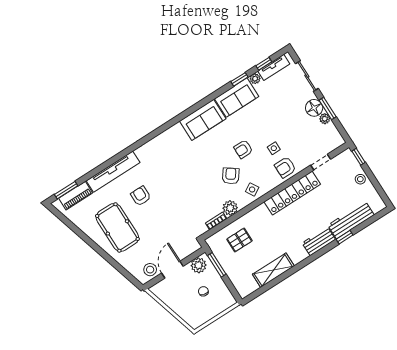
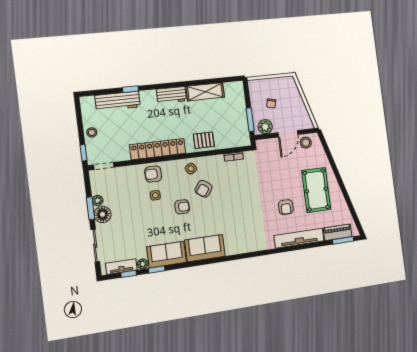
doorway: (321, 162) -> (104, 166), moved
armchair: (285, 167) -> (153, 174), turned 180
plant: (230, 208) -> (217, 162), removed
pallet: (239, 240) -> (204, 140), moved
workbench: (319, 241) -> (172, 95), moved

